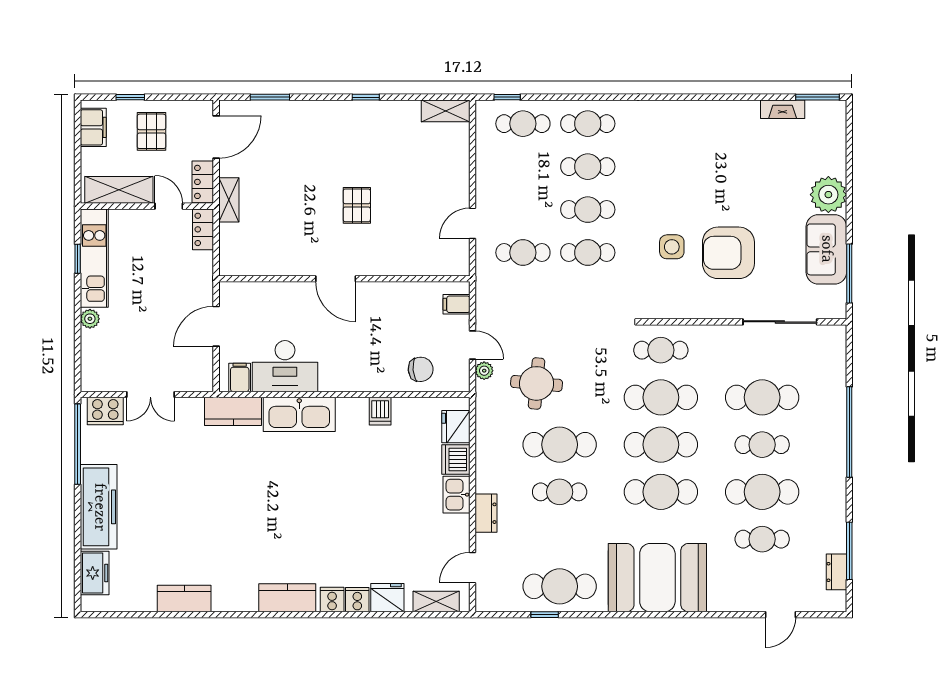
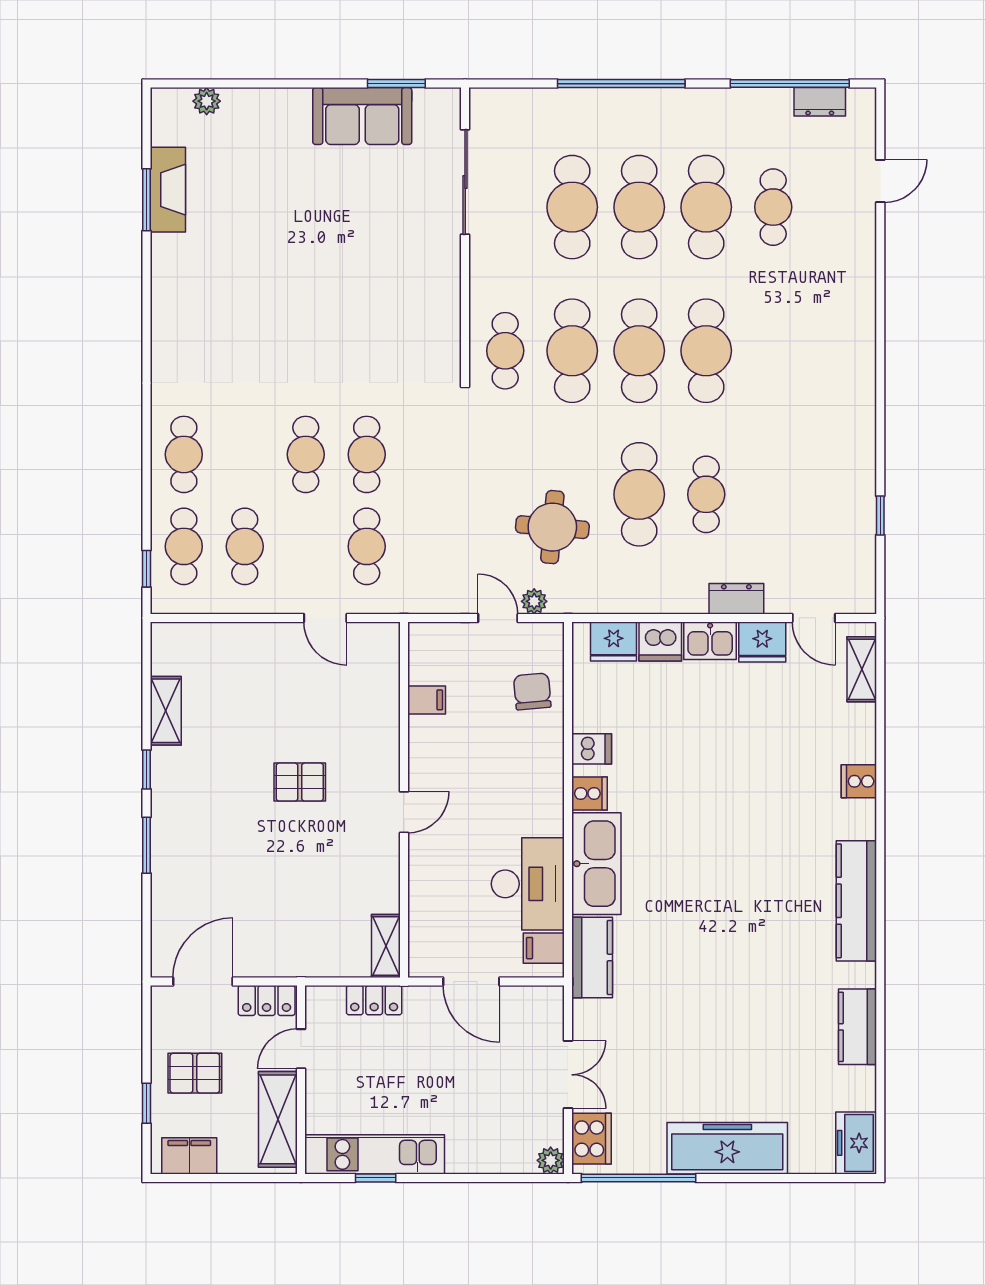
window: (270, 97) -> (146, 845), moved
window: (818, 97) -> (146, 200), moved
fireplace: (783, 109) -> (168, 190), width x1.37, depth x1.32
shelving: (446, 111) -> (166, 711), moved
door: (216, 137) -> (203, 982), hinge flipped
cafe table: (588, 167) -> (245, 546), moved
plant: (828, 195) -> (207, 101), moved, width x0.53, depth x0.53
shelving: (229, 200) -> (386, 946), moved, turned 90
locker: (203, 229) -> (374, 1000), moved
side table: (672, 247) -> (359, 335), removed
armchair: (728, 253) -> (367, 255), removed
window: (849, 273) -> (396, 84), width x0.69
door: (336, 279) -> (404, 812), width x0.73
filing cabinet: (456, 304) -> (427, 700), moved, turned -90
plant: (90, 319) -> (551, 1160), moved
door: (473, 345) -> (498, 618), hinge flipped
cafe table: (762, 445) -> (639, 207), width x1.37, depth x1.35
window: (849, 551) -> (790, 84), width x1.46
freezer: (95, 573) -> (856, 1143), moved, turned -90
booth: (657, 578) -> (828, 356), removed
cafe table: (560, 586) -> (840, 494), removed
kitchen counter: (287, 598) -> (856, 901), width x1.50
fridge: (387, 598) -> (762, 642), moved, turned -90
cooker: (332, 600) -> (589, 793), moved, turned 180
door: (781, 615) -> (880, 181), hinge flipped

